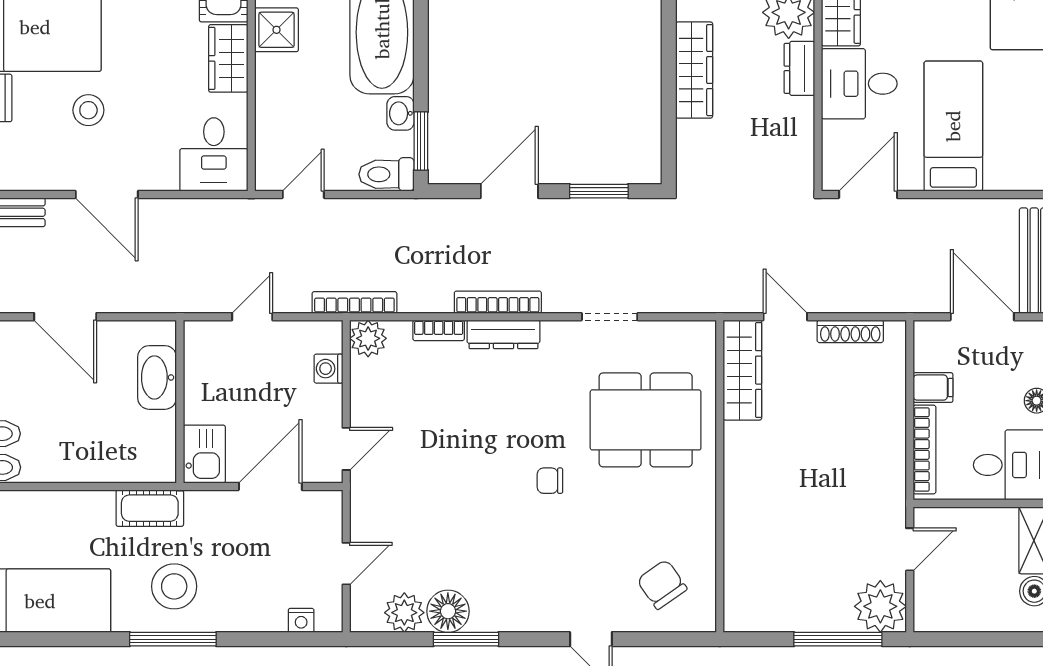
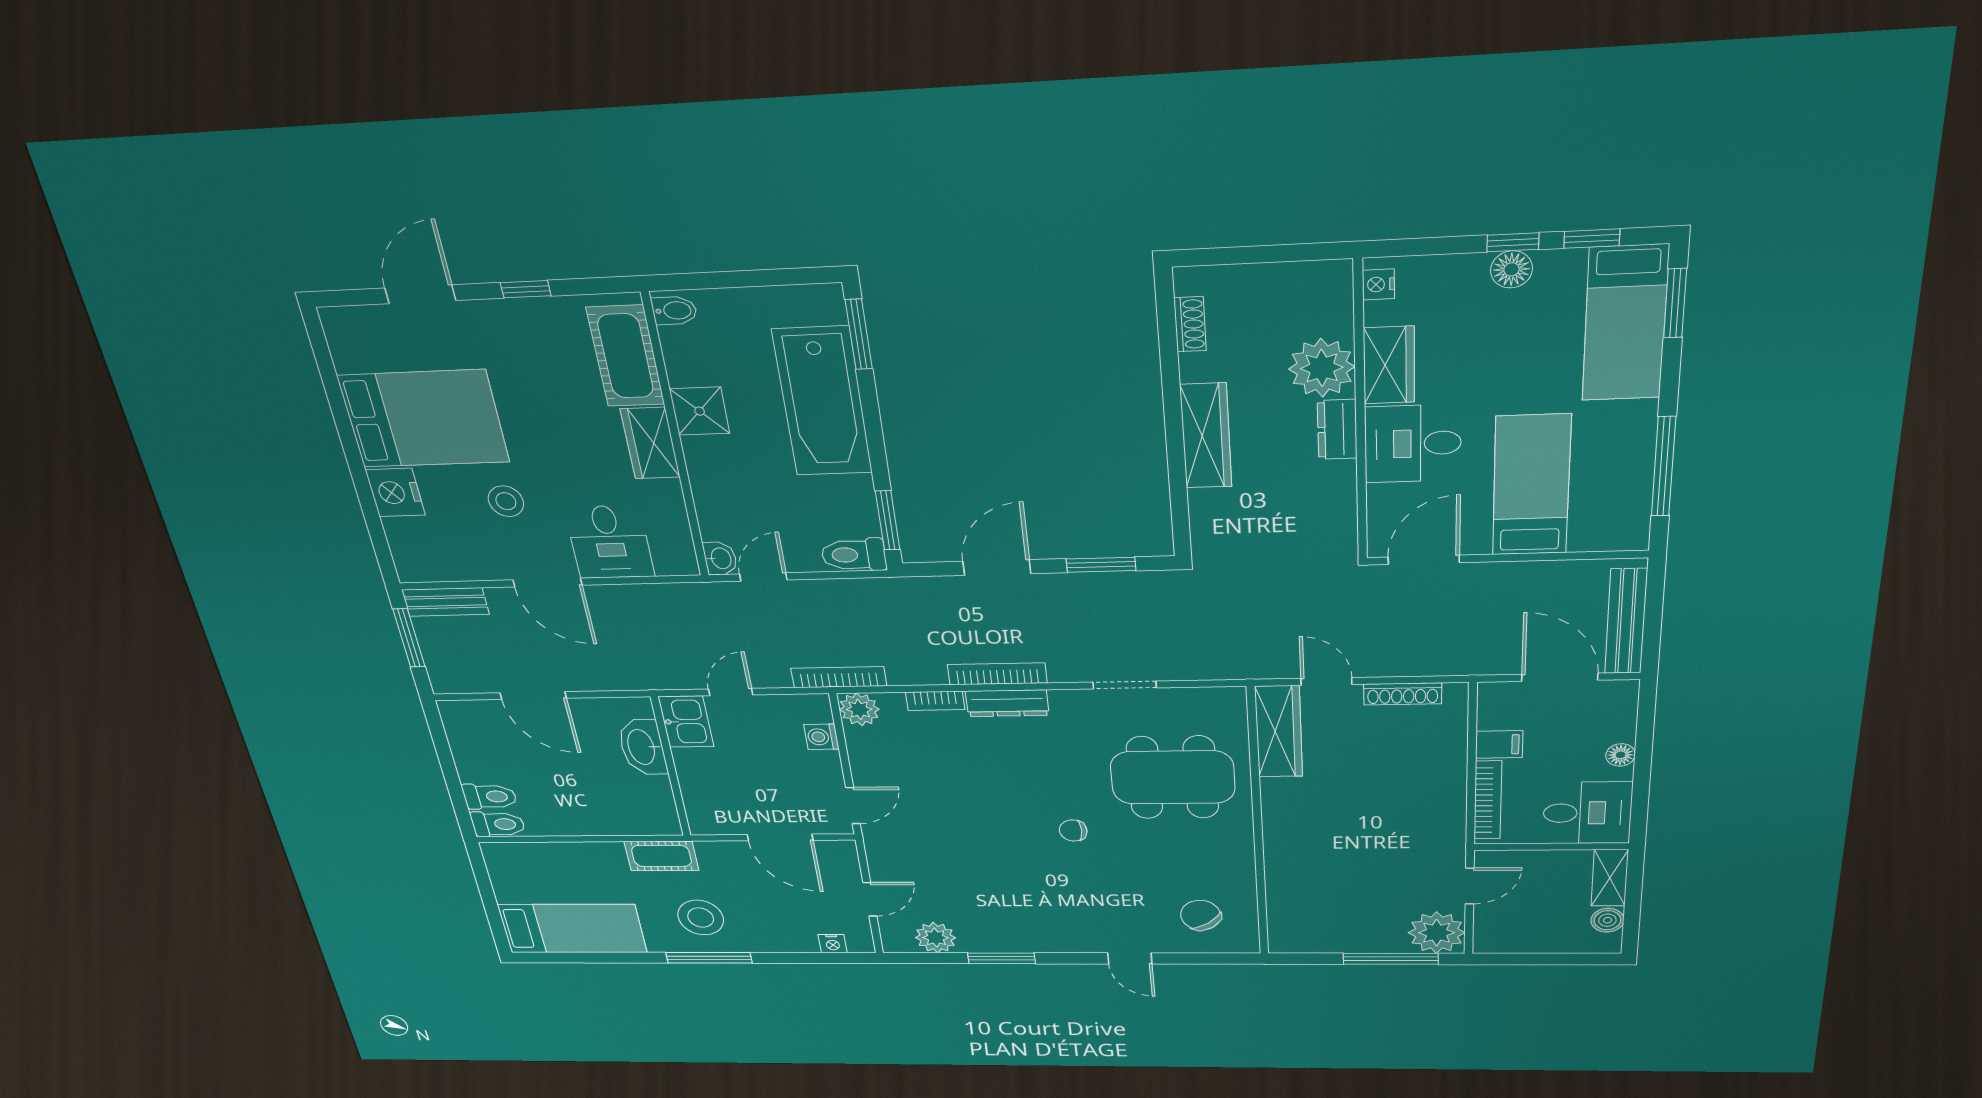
washbasin: (401, 113) -> (720, 558), moved, turned 180
desk: (214, 154) -> (609, 542), moved
kitchen sink: (204, 454) -> (686, 722), moved
door: (270, 486) -> (780, 837), swing flipped
floor lamp: (448, 611) -> (980, 937), removed

